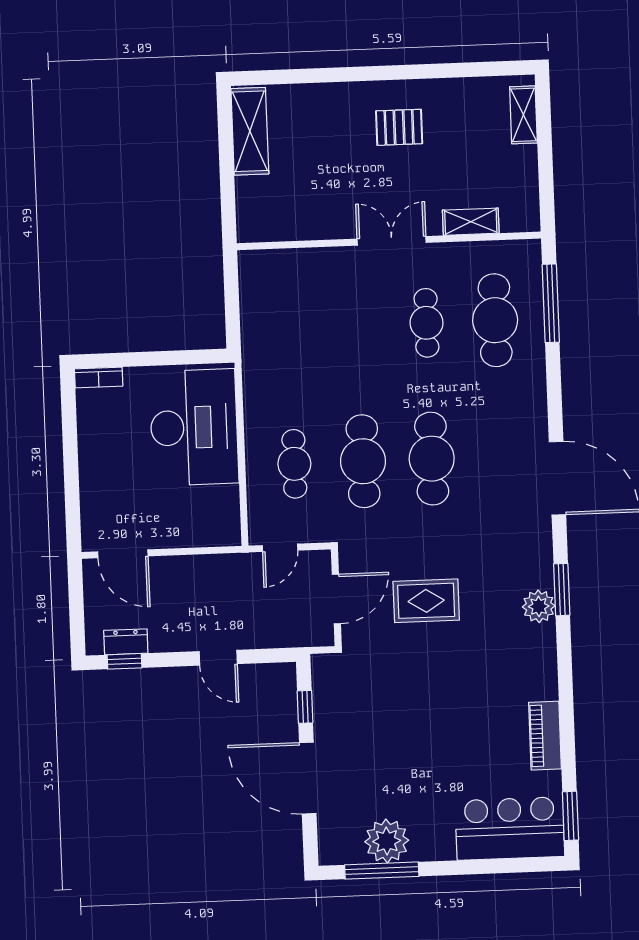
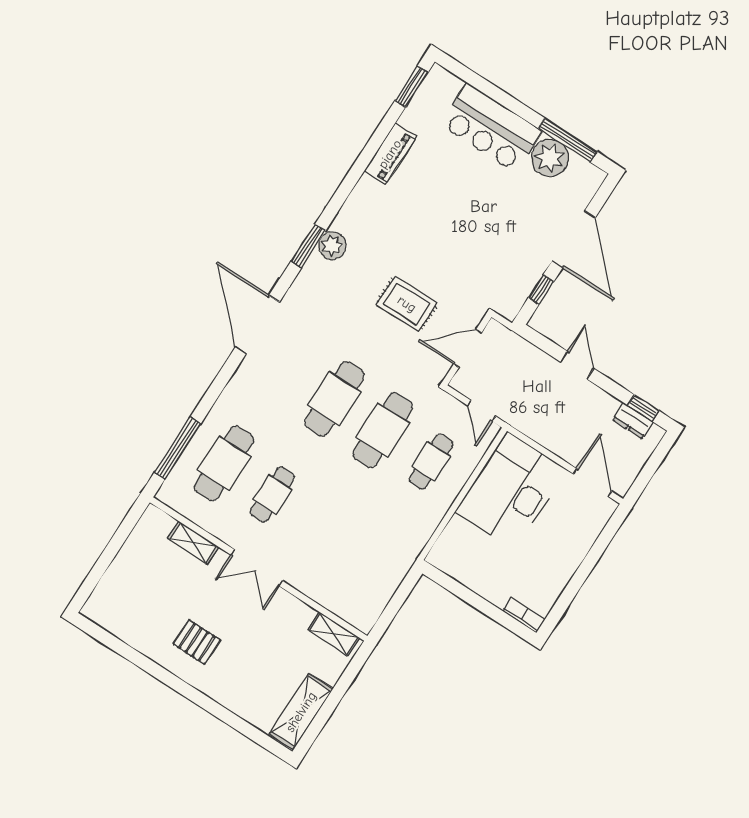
shelving: (523, 115) -> (334, 634), moved, turned 90
desk: (194, 427) -> (511, 491), moved
door: (280, 548) -> (482, 411), swing flipped
bar counter: (510, 828) -> (491, 128), moved

